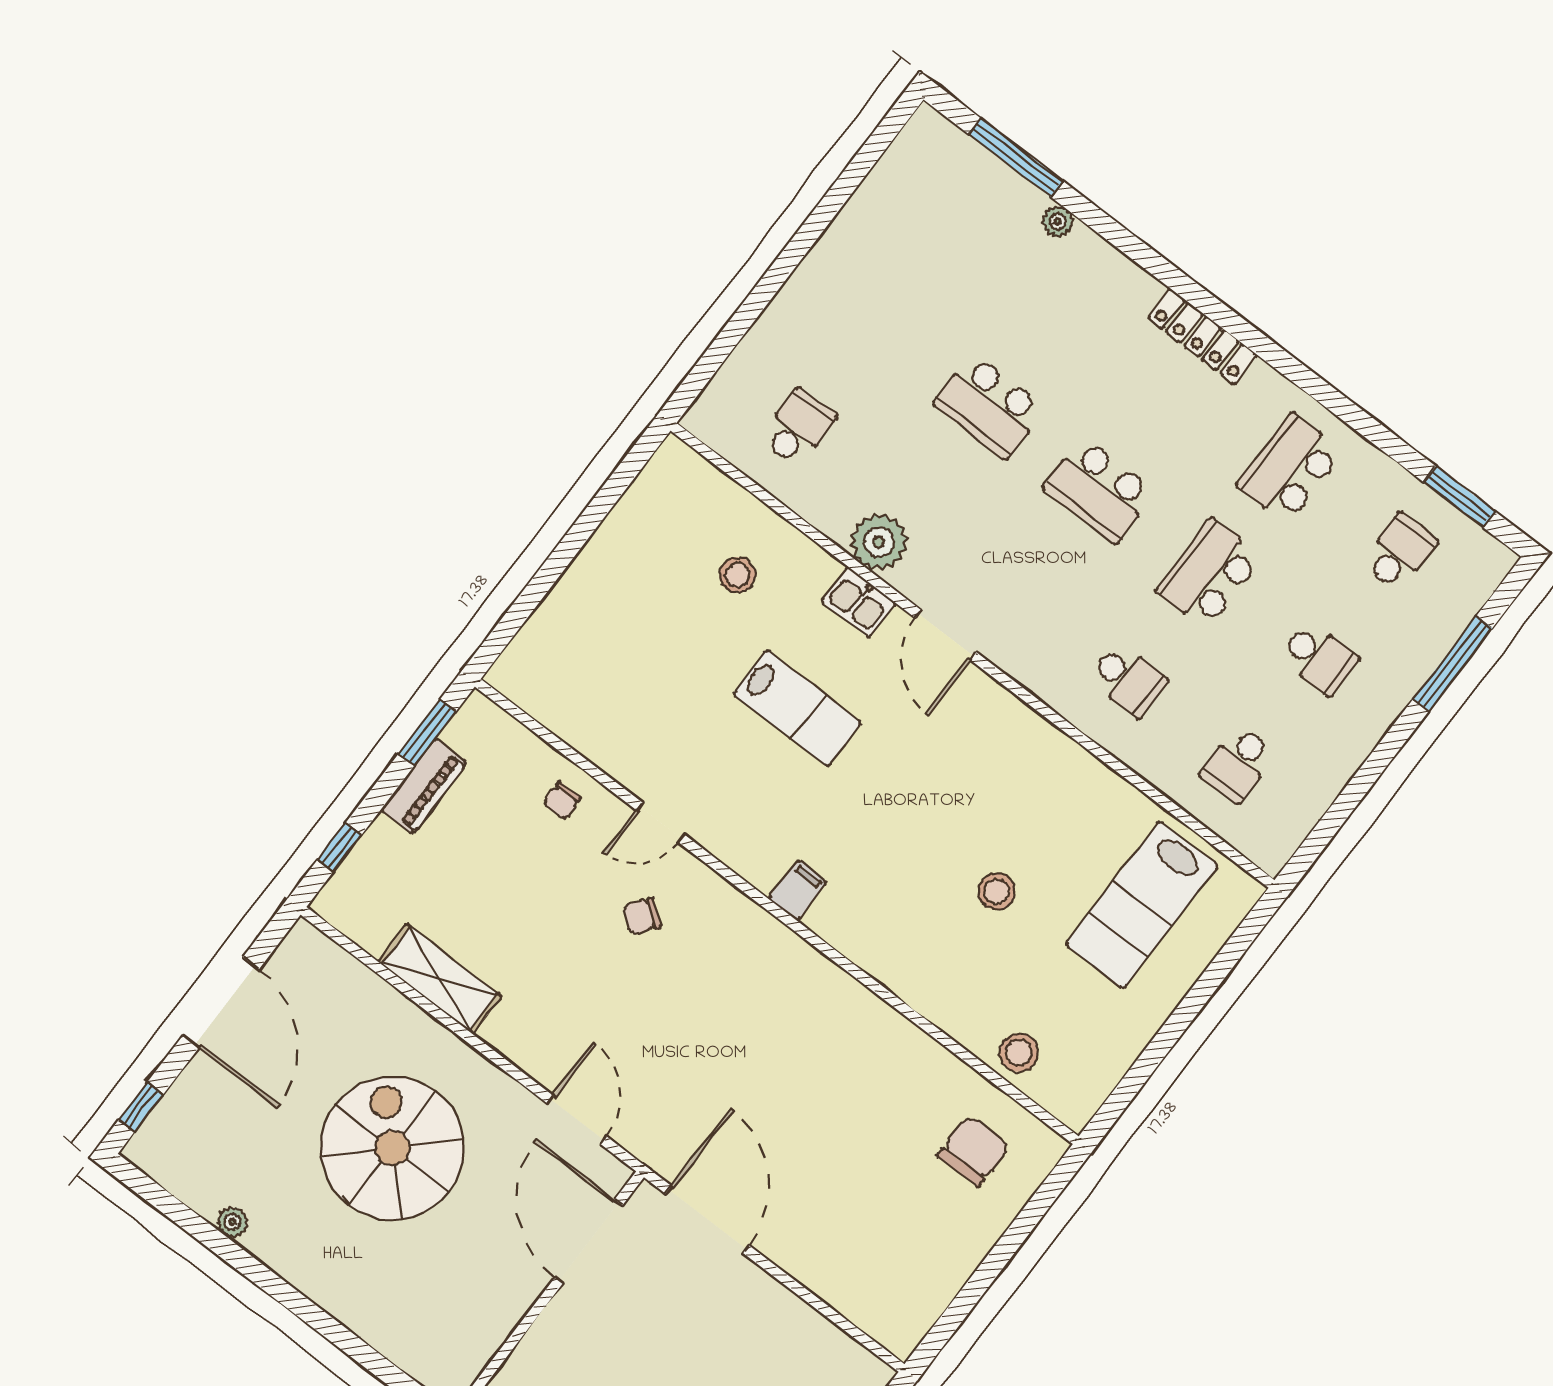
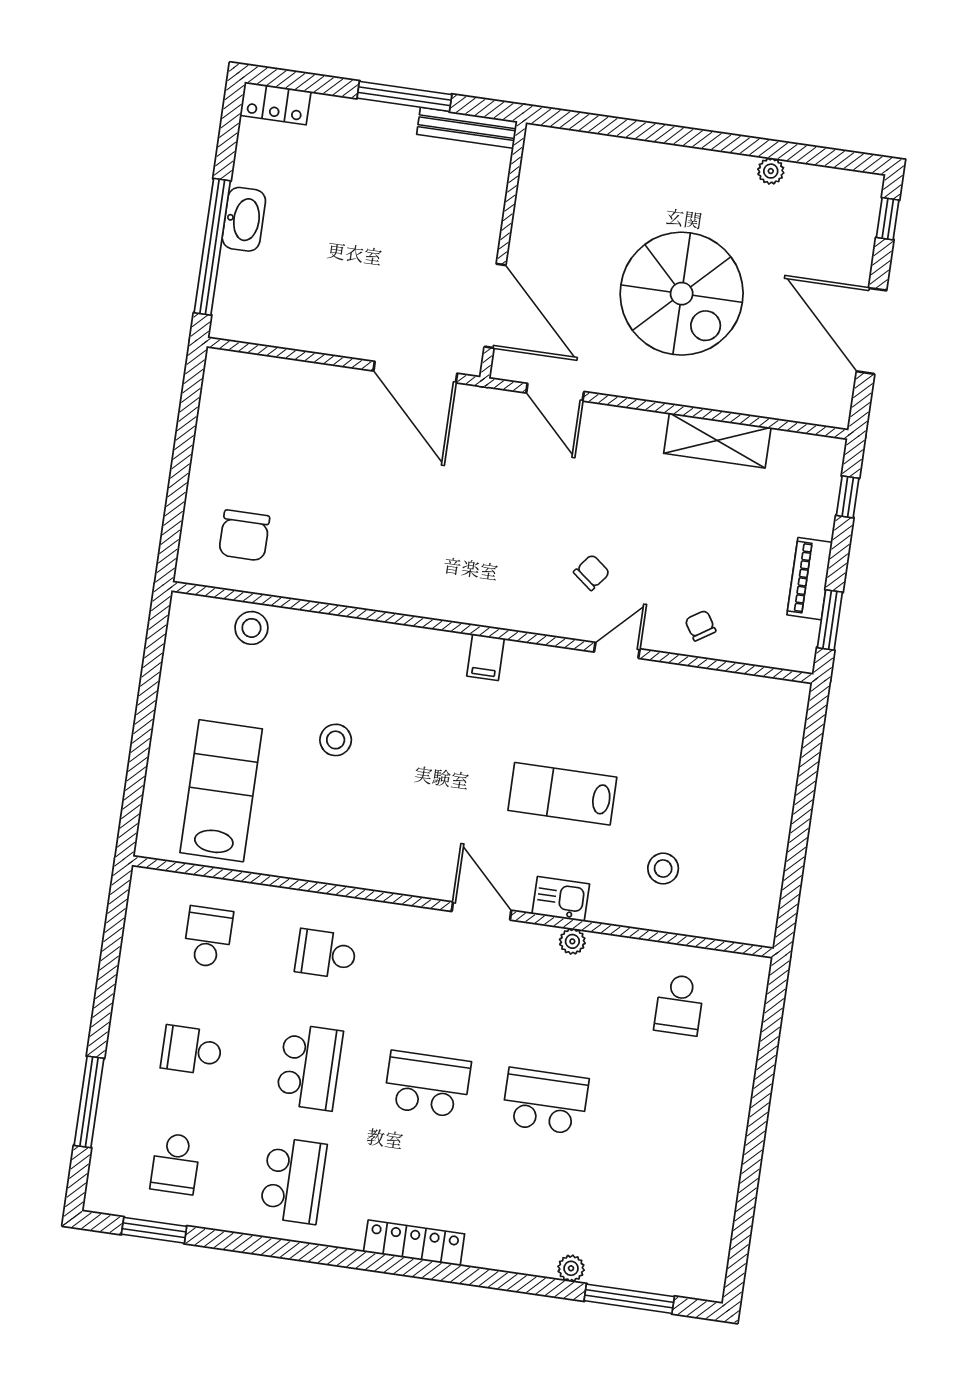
plant: (879, 542) -> (572, 941), width x0.53, depth x0.53
chair: (562, 800) -> (700, 626), turned -33

